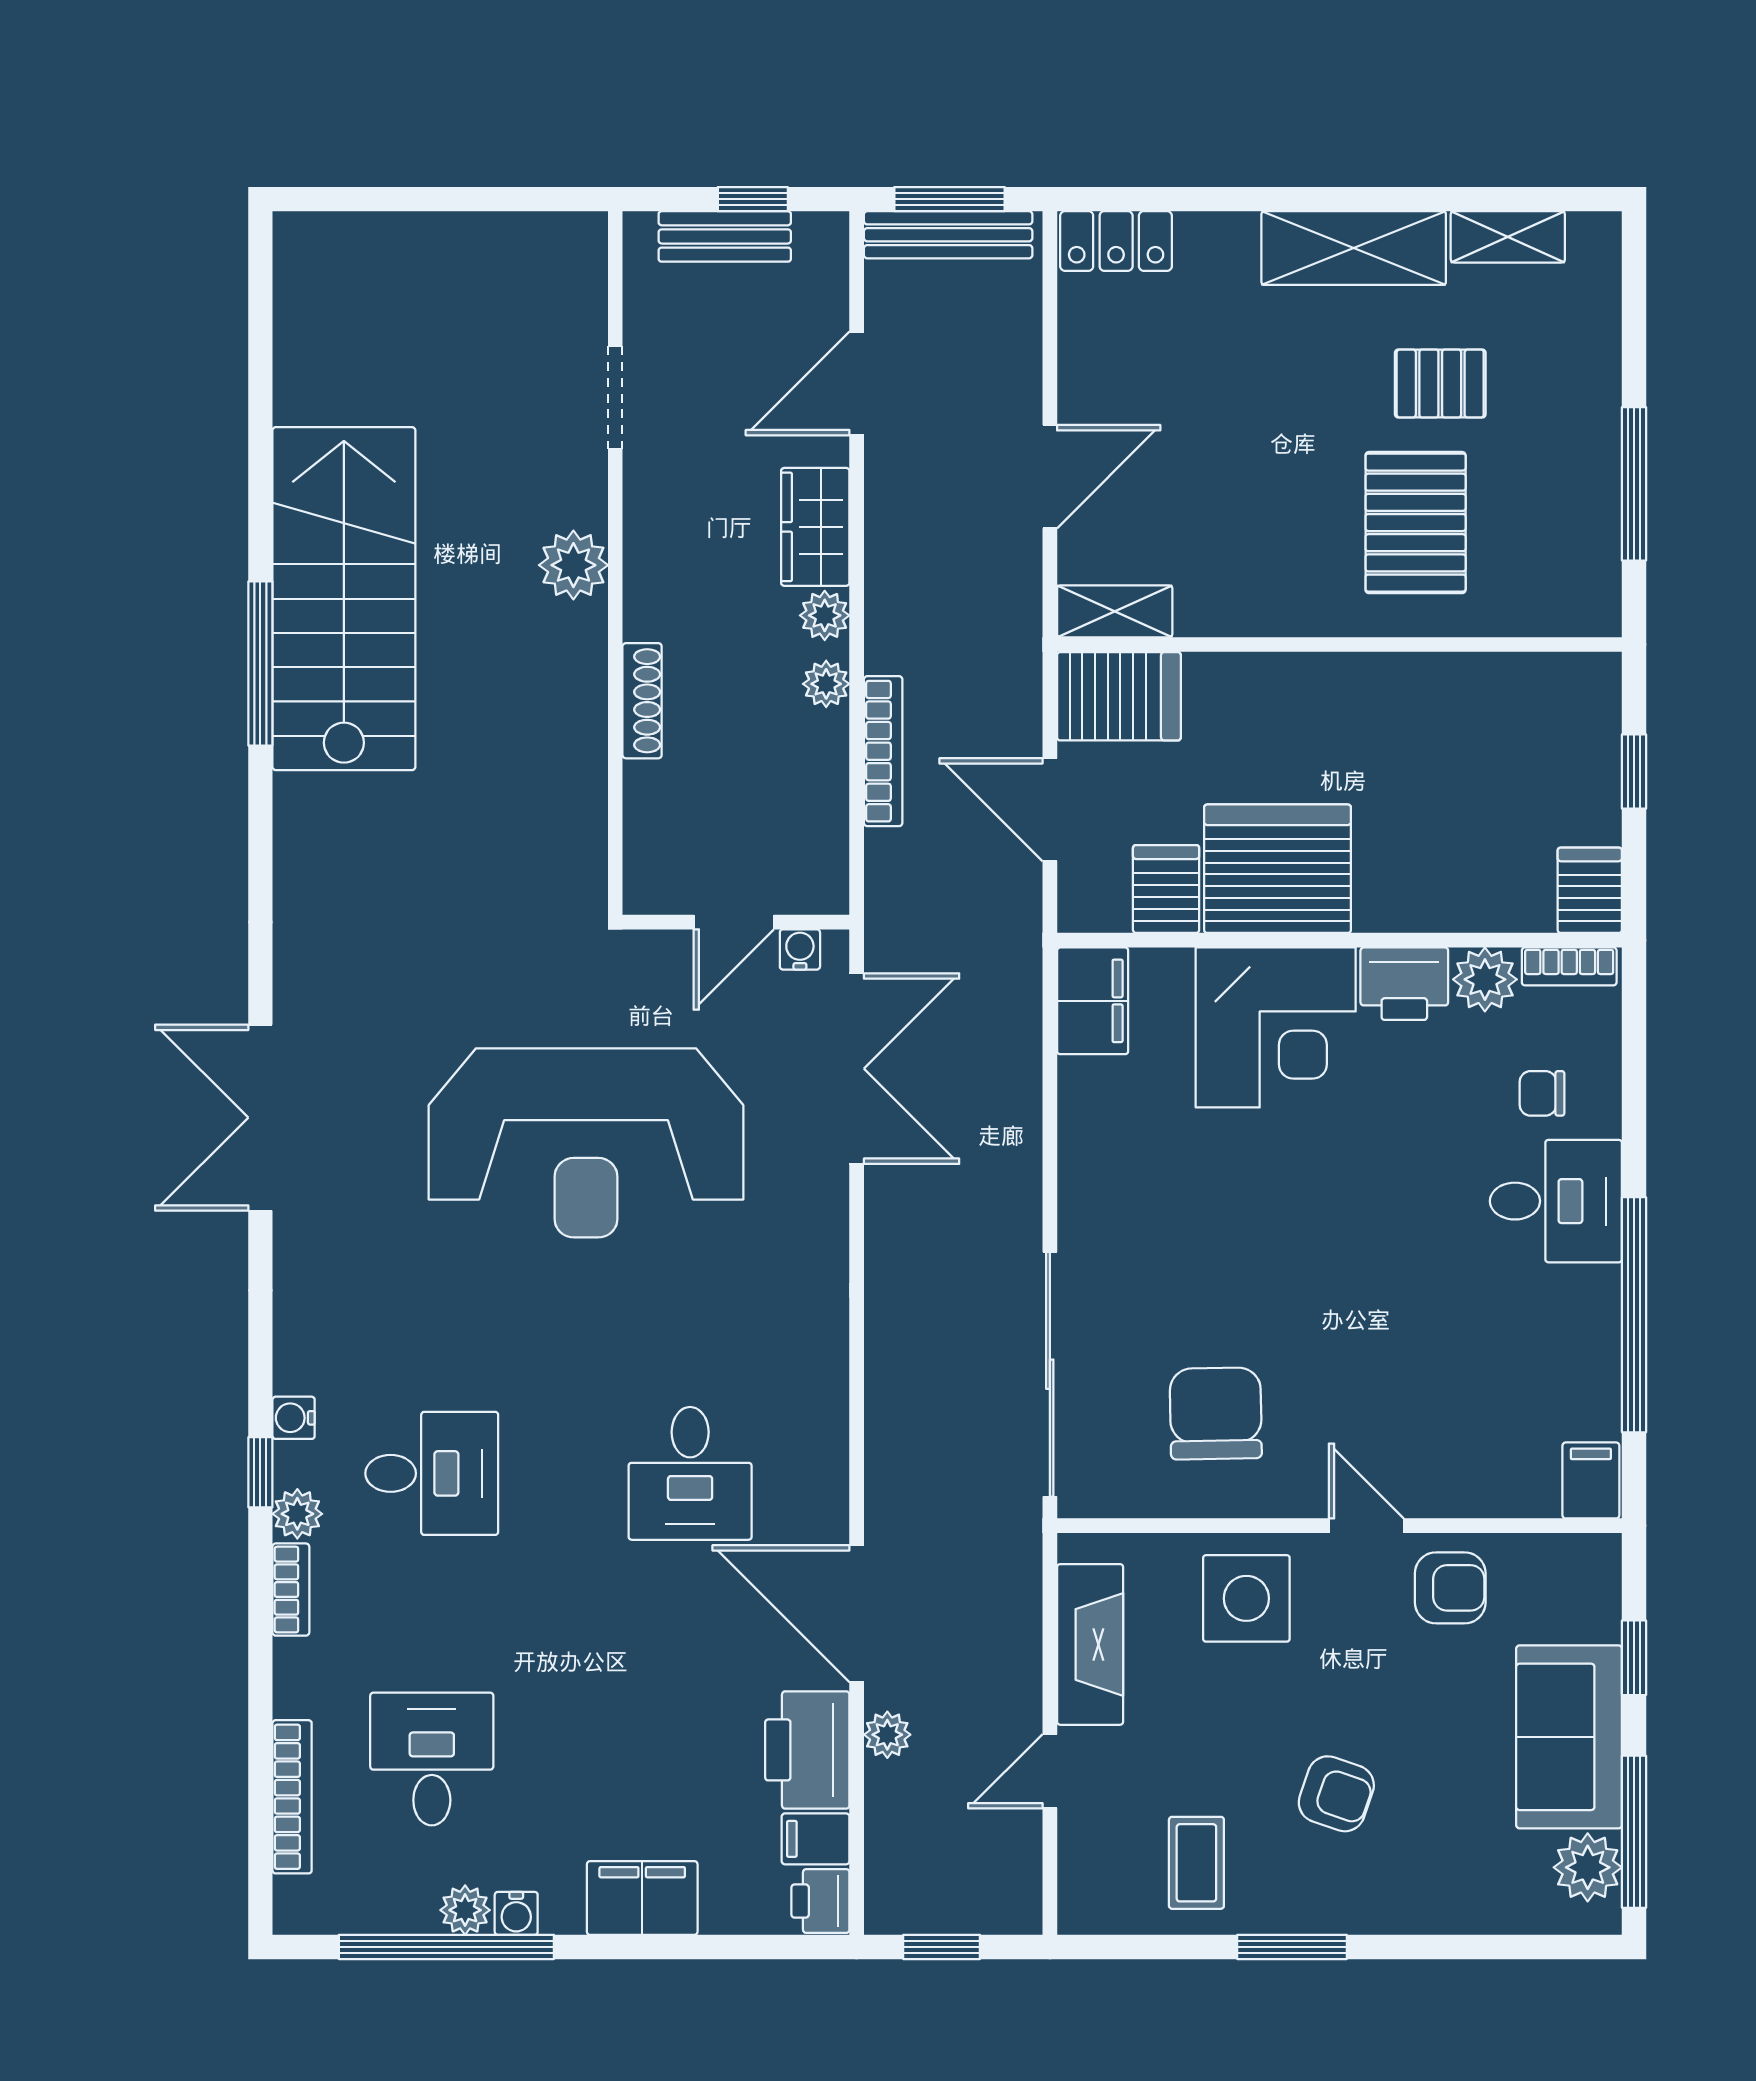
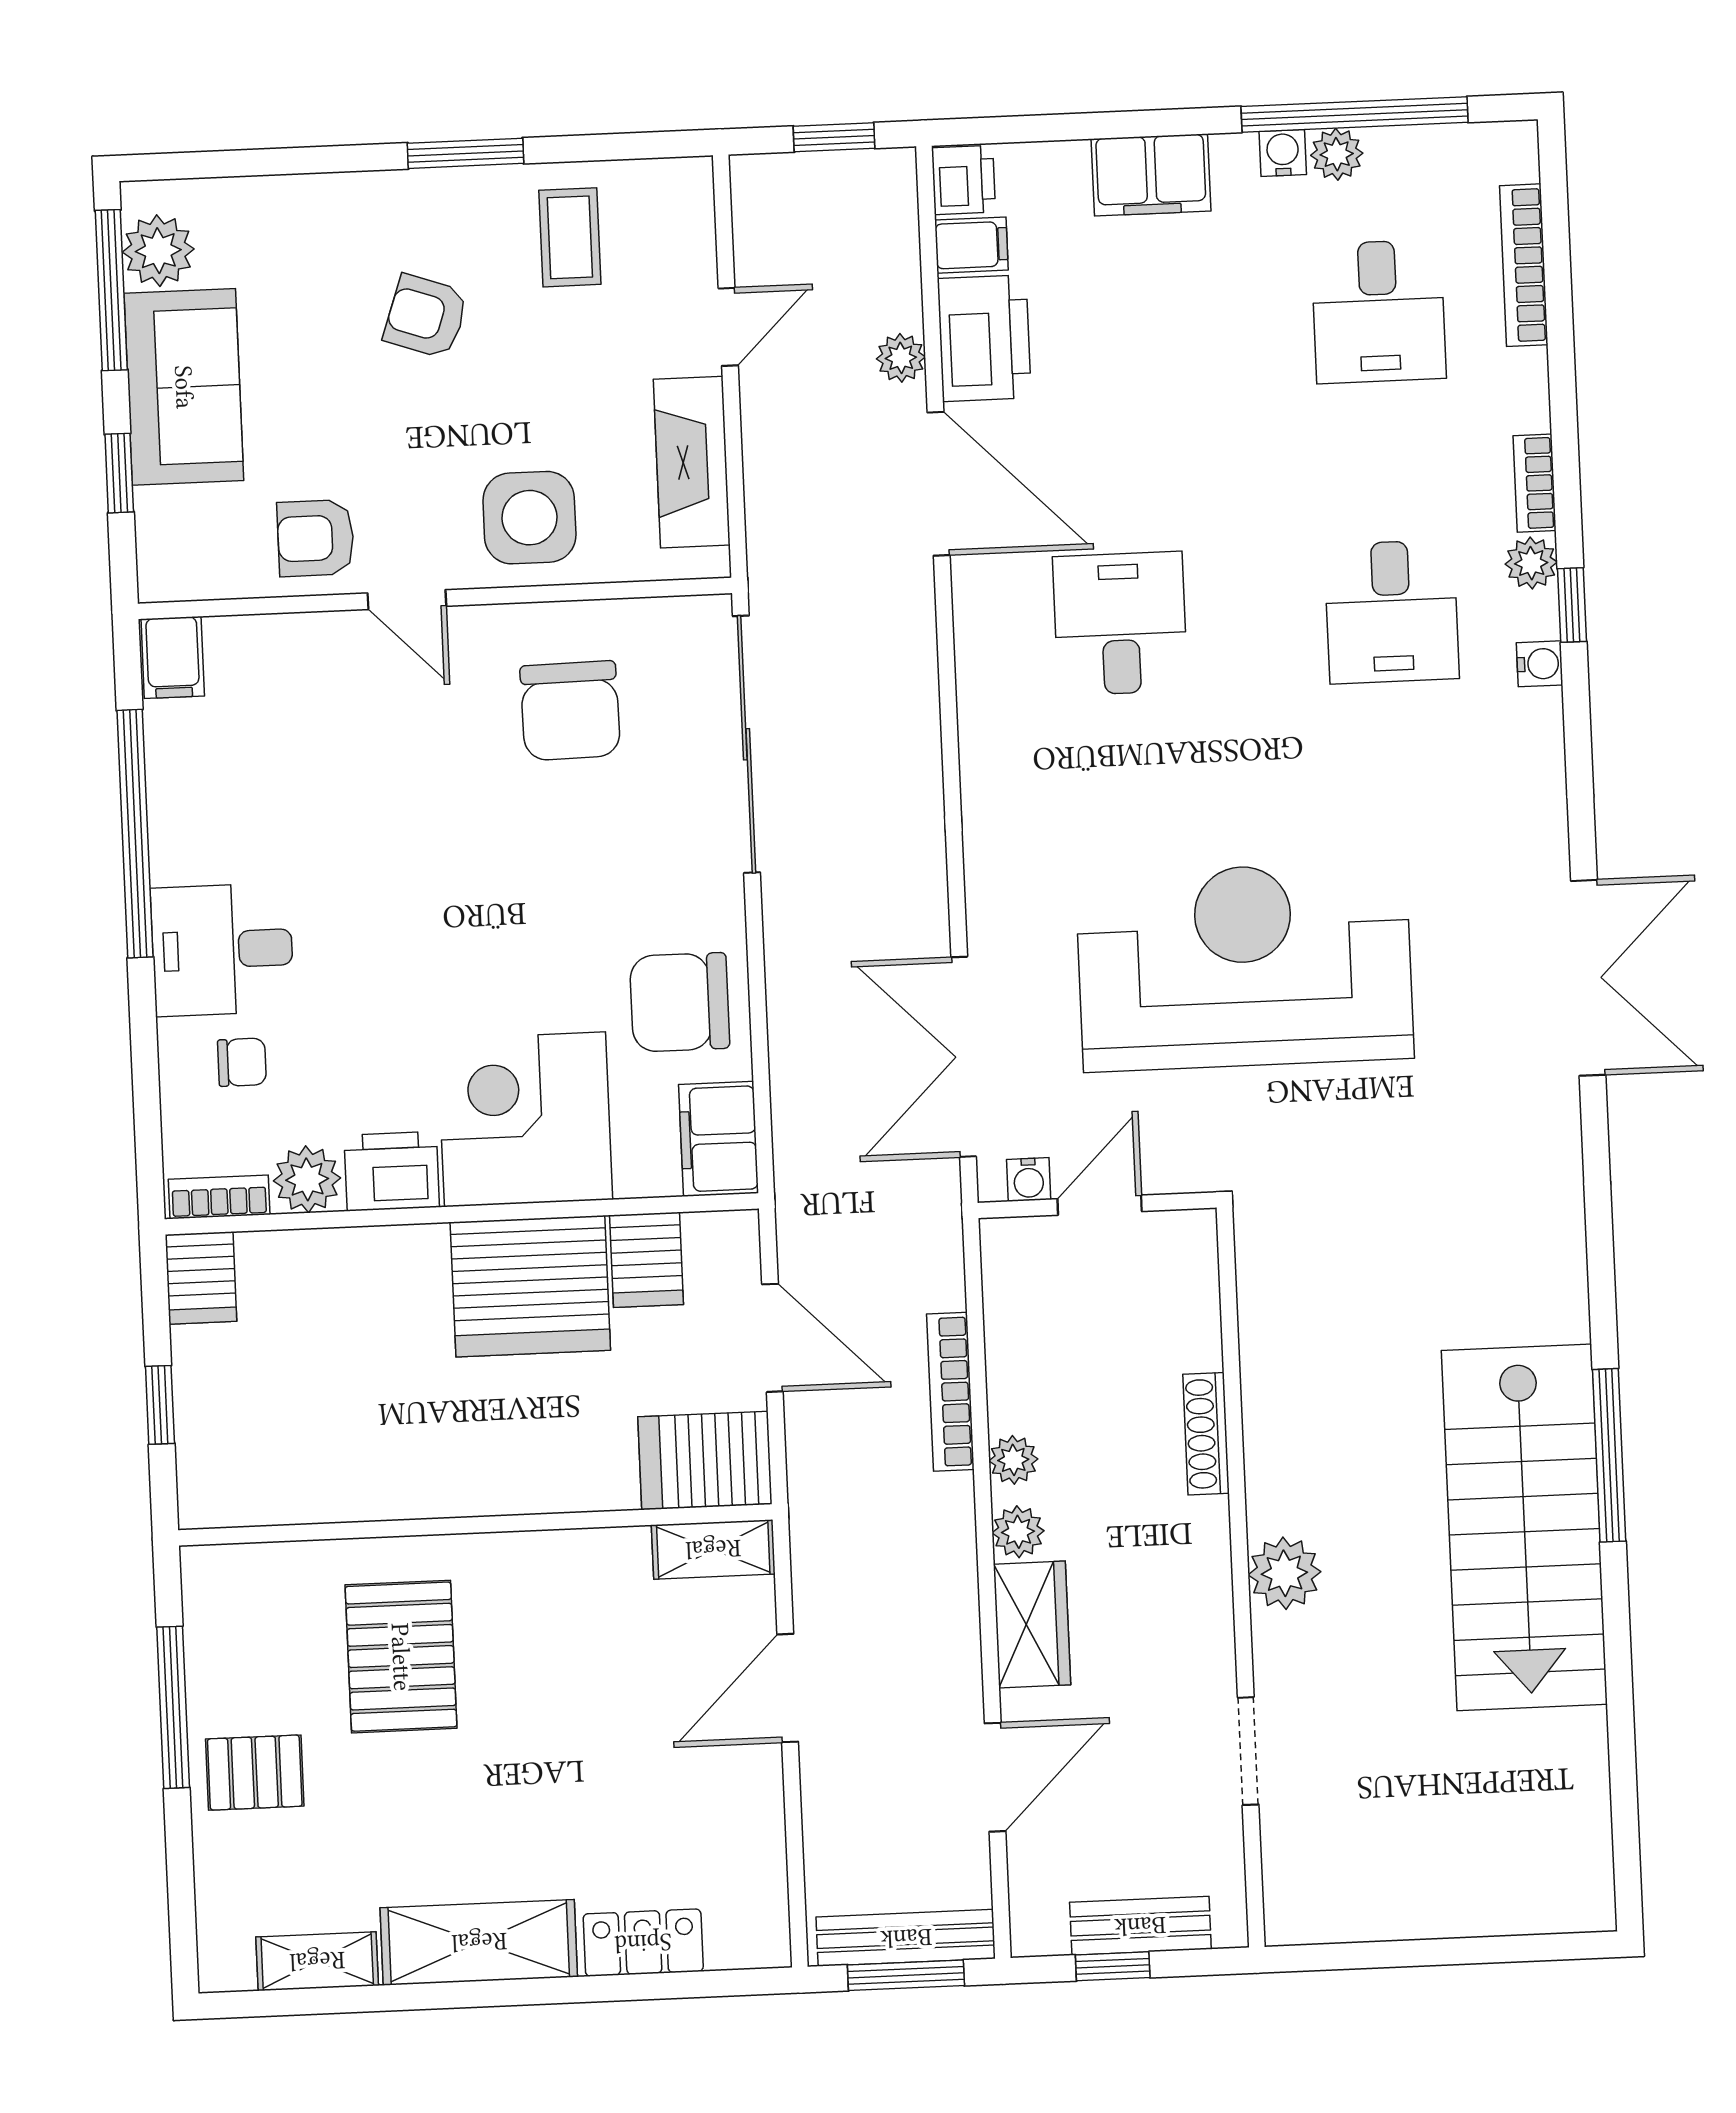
locker: (1116, 241) -> (643, 1943), moved
pallet: (1440, 384) -> (255, 1773), moved
chair: (1124, 1132) -> (680, 1002), added
desk: (432, 1473) -> (1392, 612), turned -90

